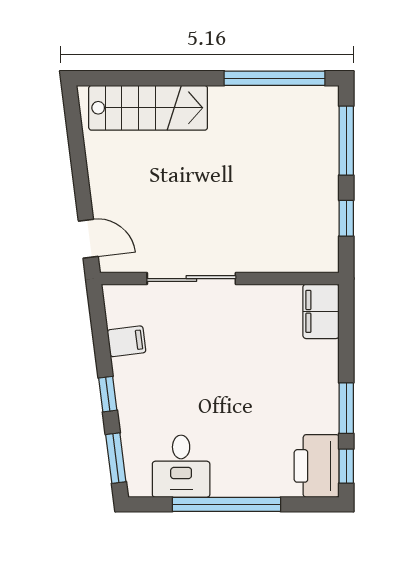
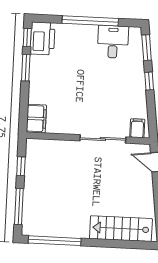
filing cabinet: (126, 341) -> (137, 128), moved, turned 97

